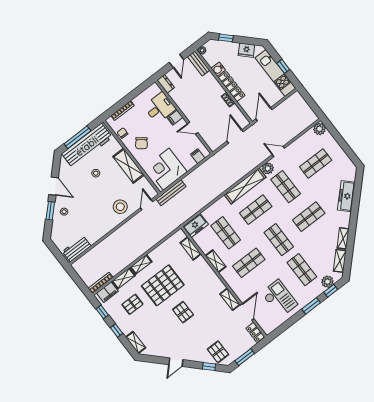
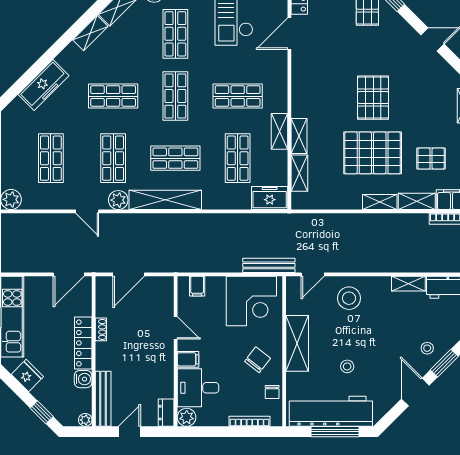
bench: (199, 64) -> (103, 399), width x1.36
plant: (154, 89) -> (187, 417), added
shop shelf: (316, 164) -> (51, 158), turned 90
shelving: (97, 236) -> (408, 284), added
shelving: (230, 299) -> (299, 136), moved
pallet: (183, 312) -> (373, 98), width x1.50, depth x1.42

